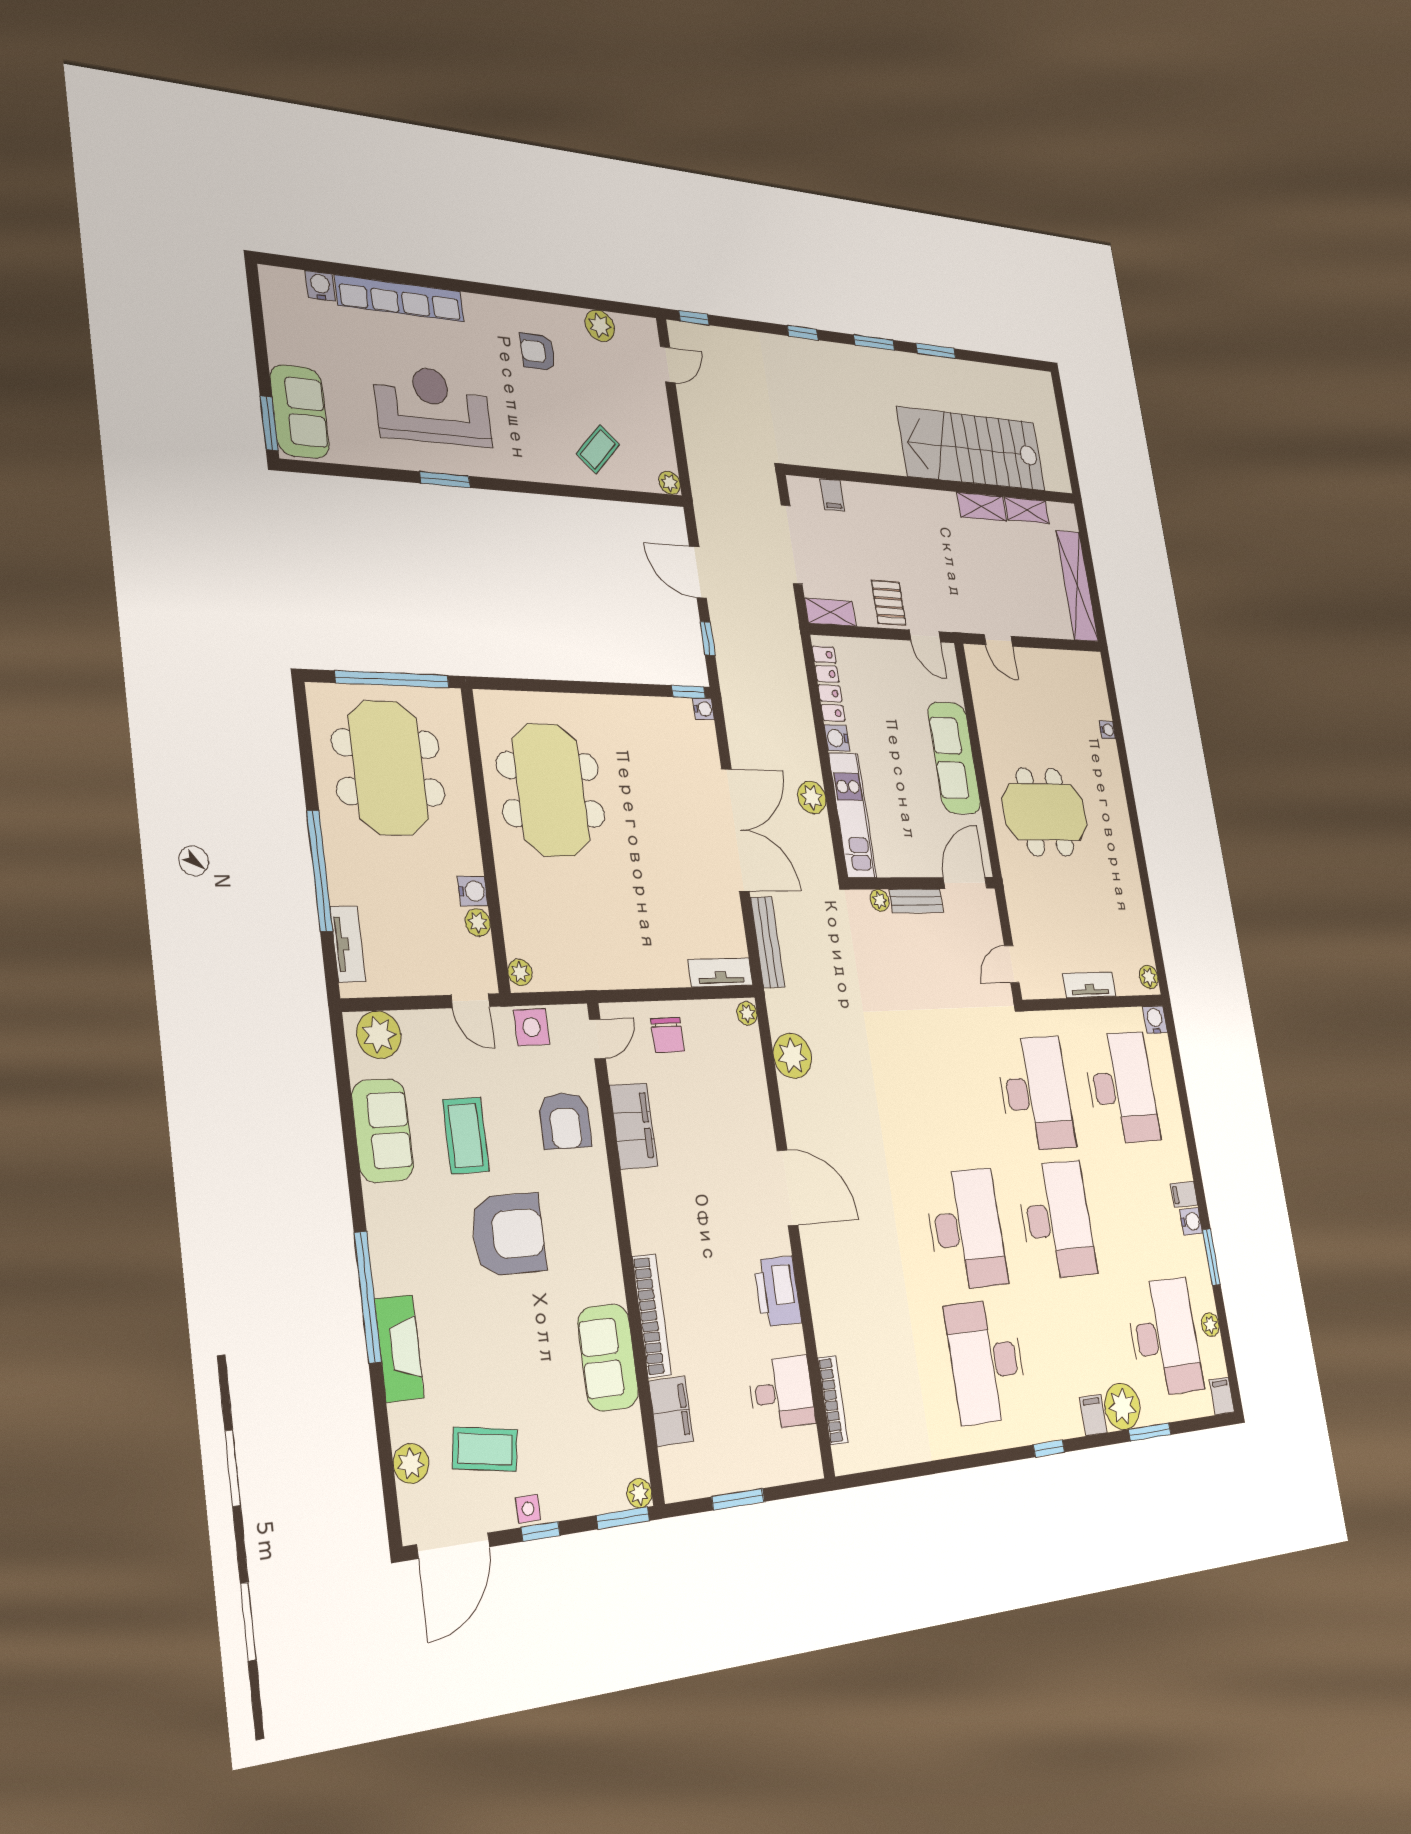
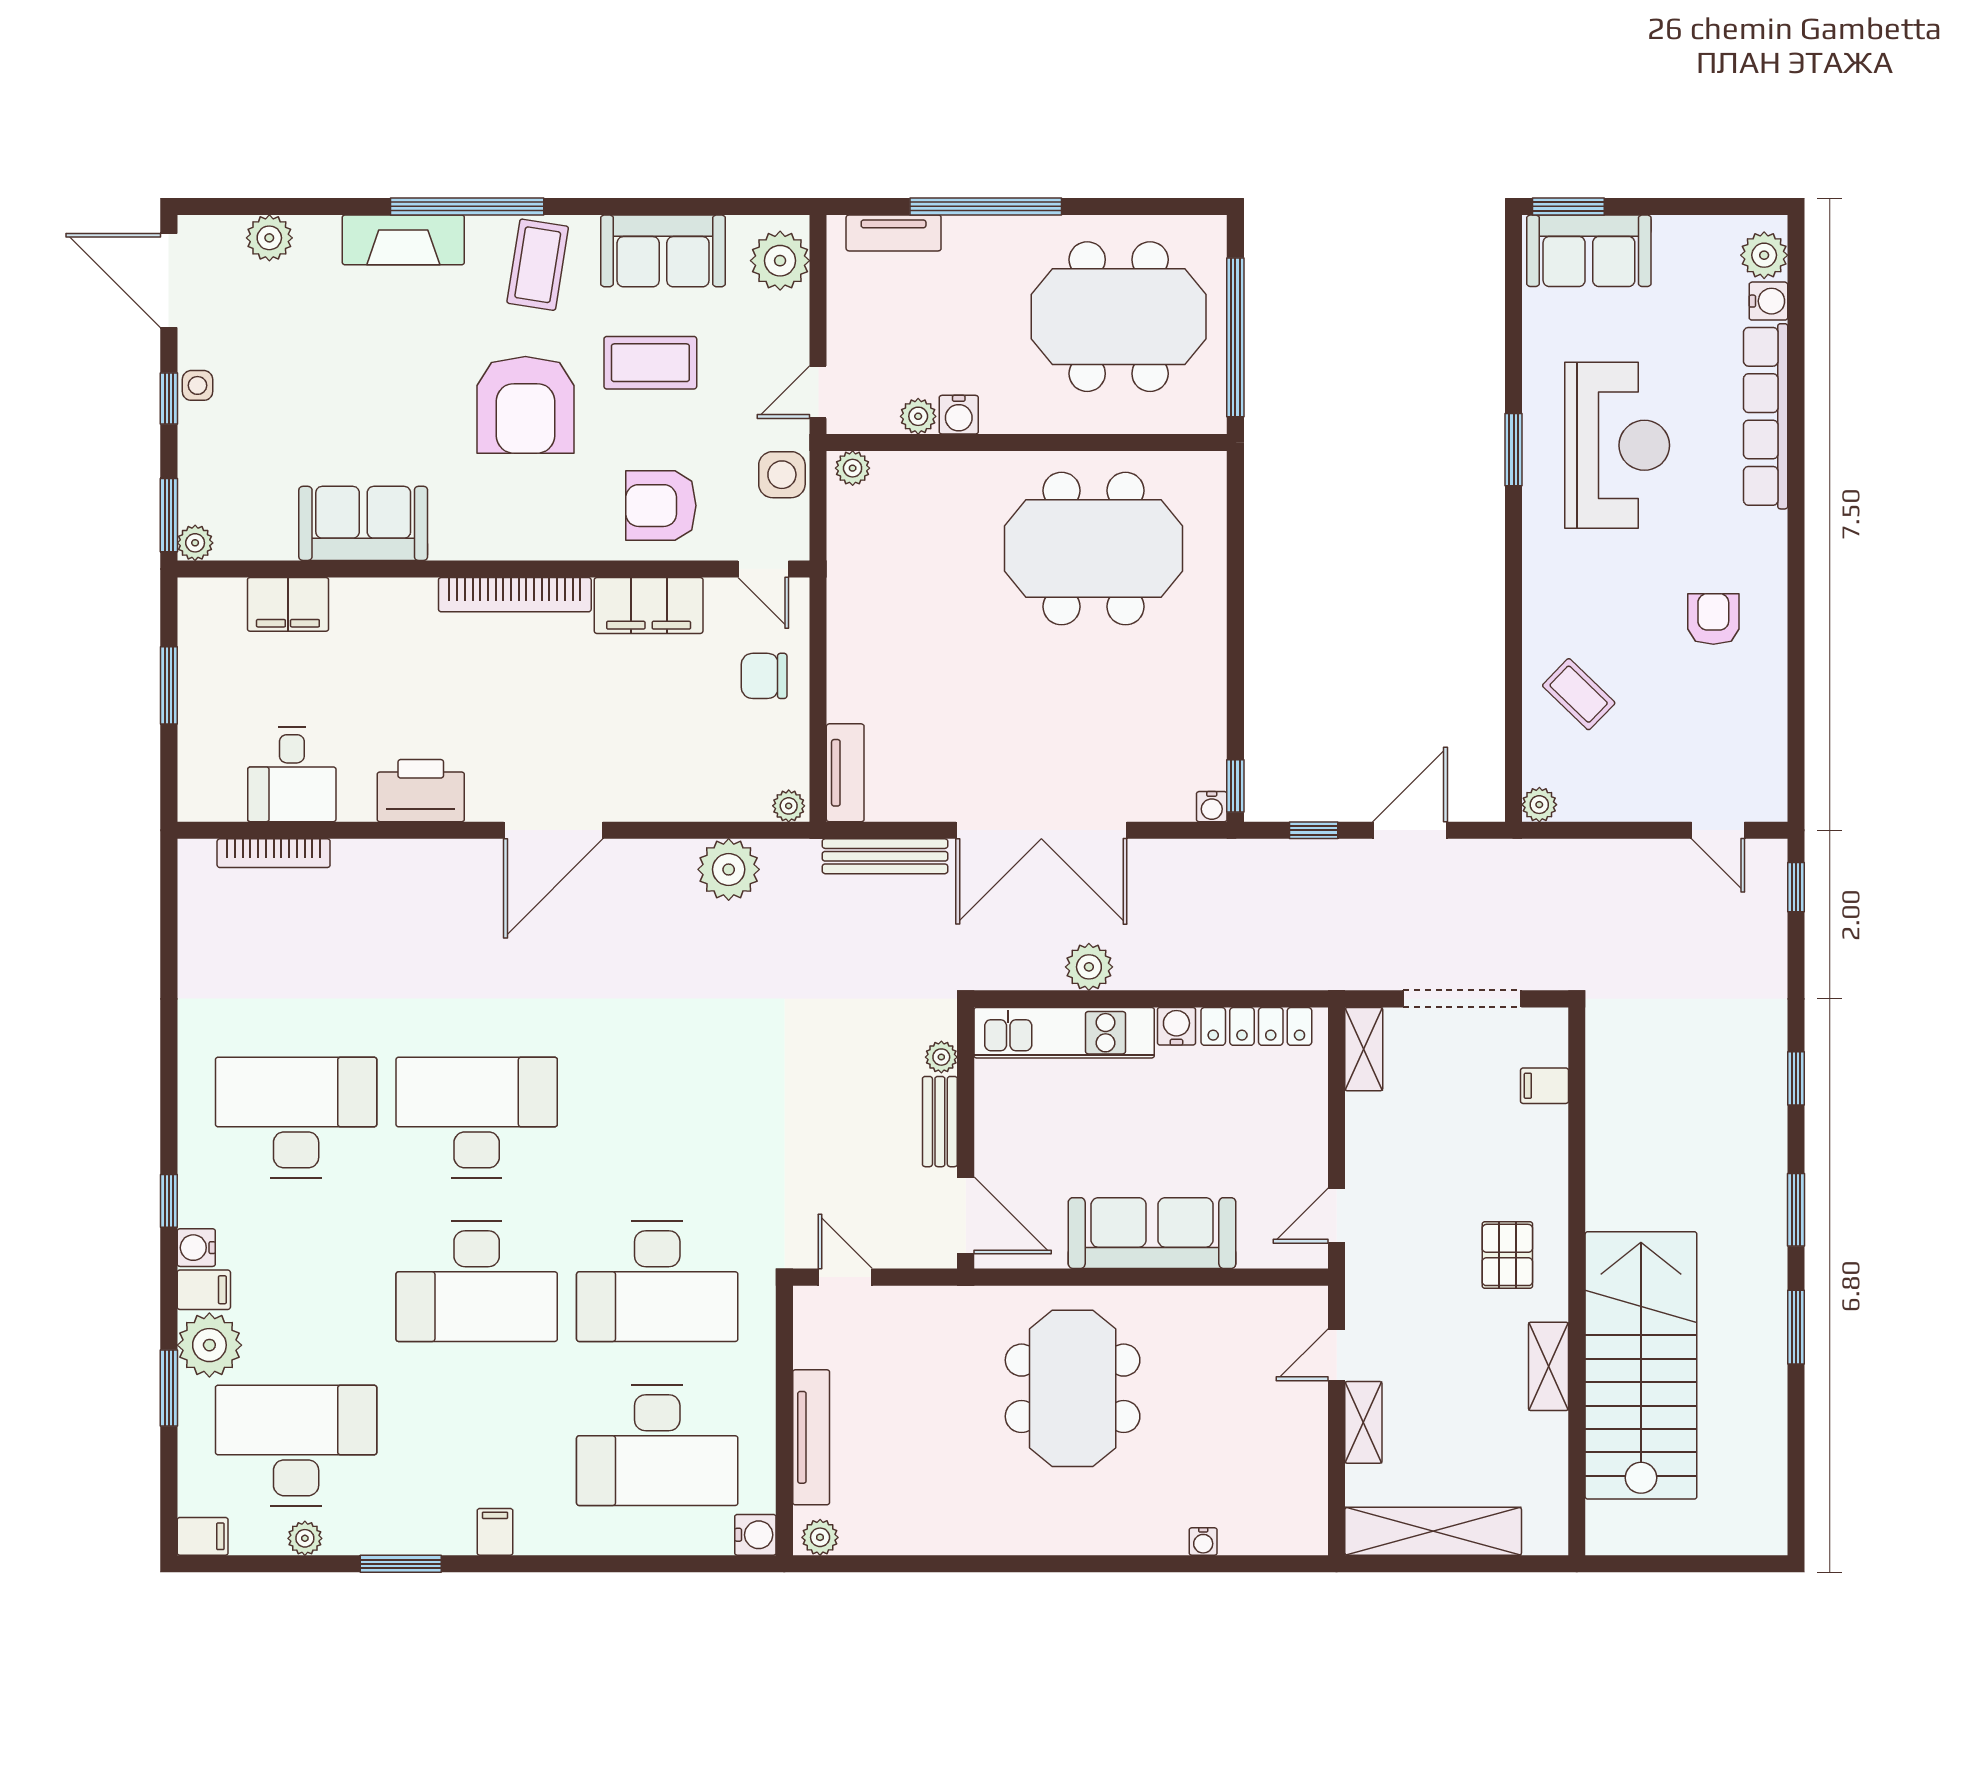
plant: (600, 326) -> (1764, 255), moved
shelving: (1027, 510) -> (1363, 1422), moved
pallet: (889, 603) -> (1507, 1255), moved, turned 90
tv unit: (1089, 985) -> (811, 1437), width x1.41
water cooler: (1191, 1221) -> (196, 1248), moved, turned 90
desk: (966, 1229) -> (477, 1117), turned 180
bookcase: (652, 1316) -> (515, 595), moved
desk: (1164, 1337) -> (296, 1445), turned 180
coffee table: (485, 1449) -> (538, 265), moved

